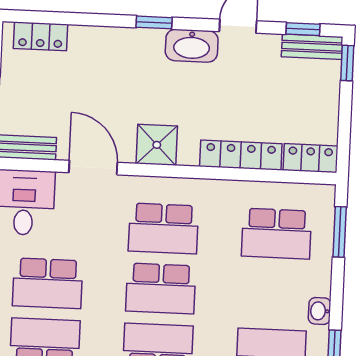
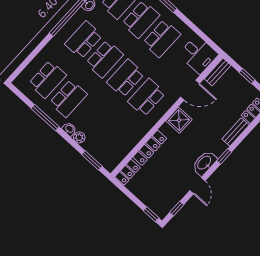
bench: (312, 47) -> (236, 132), moved
school desk: (276, 234) -> (110, 137), removed
school desk: (48, 283) -> (162, 39), turned 180
plant: (320, 283) -> (79, 137), added

